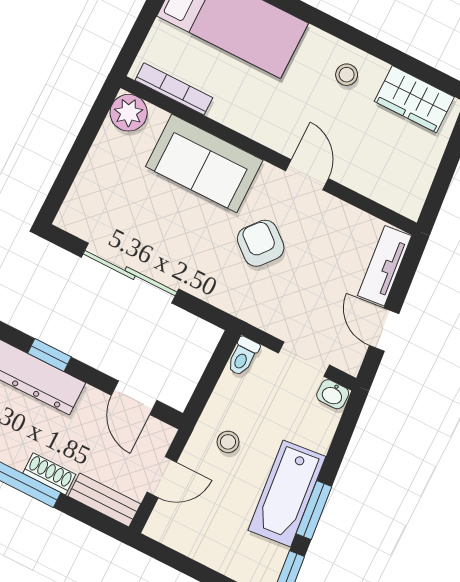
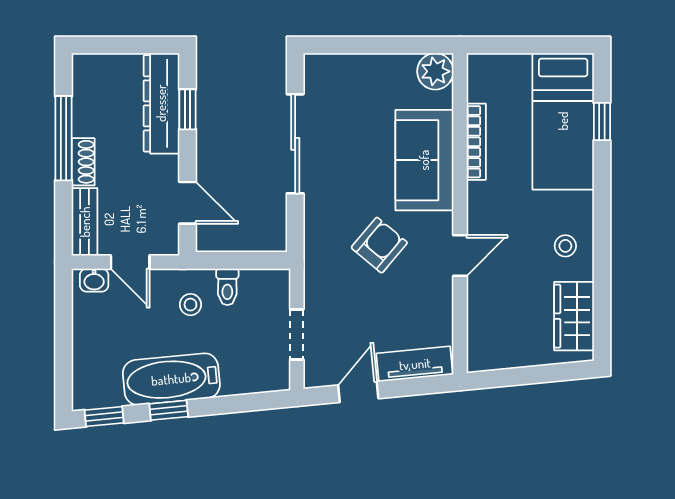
bookcase: (174, 89) -> (476, 142), moved
toilet: (243, 356) -> (227, 287), moved, turned -90
washbasin: (333, 394) -> (94, 280), moved, turned -90
door: (134, 398) -> (188, 203), swing flipped
window: (314, 510) -> (169, 410), width x0.67

